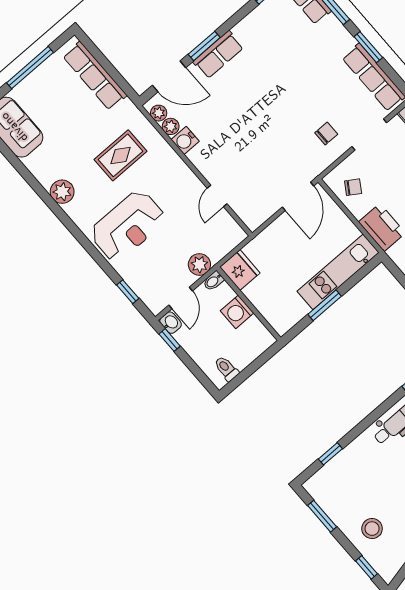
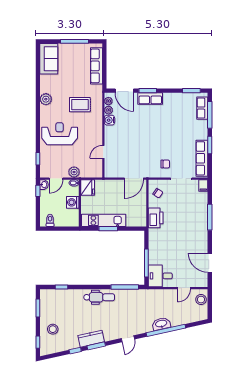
reception desk: (128, 226) -> (60, 134), turned 180
kitchen unit: (338, 272) -> (104, 220), moved

